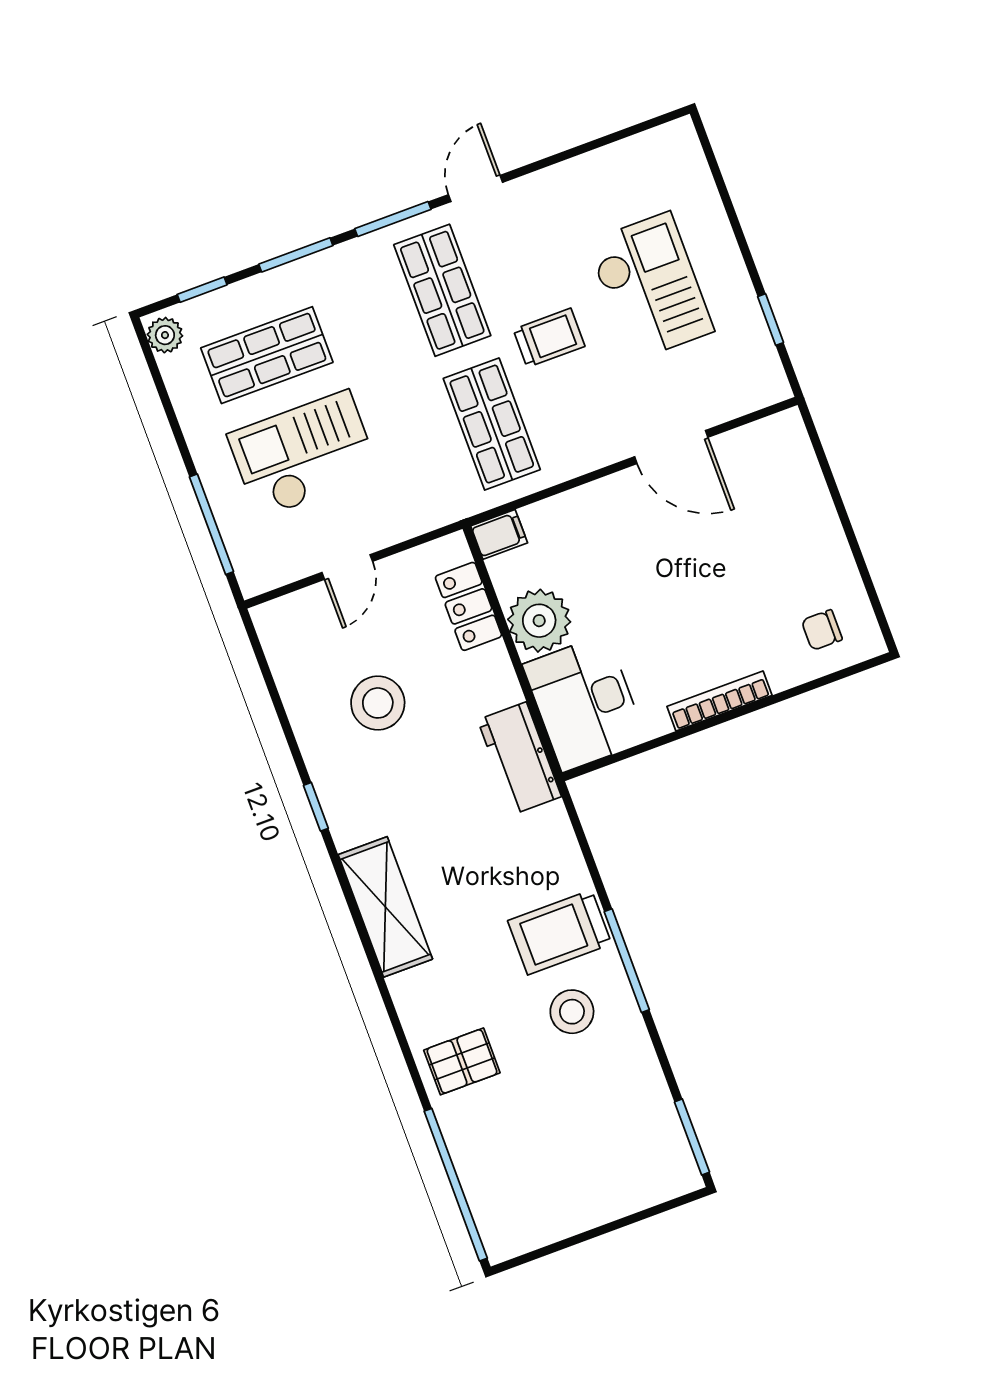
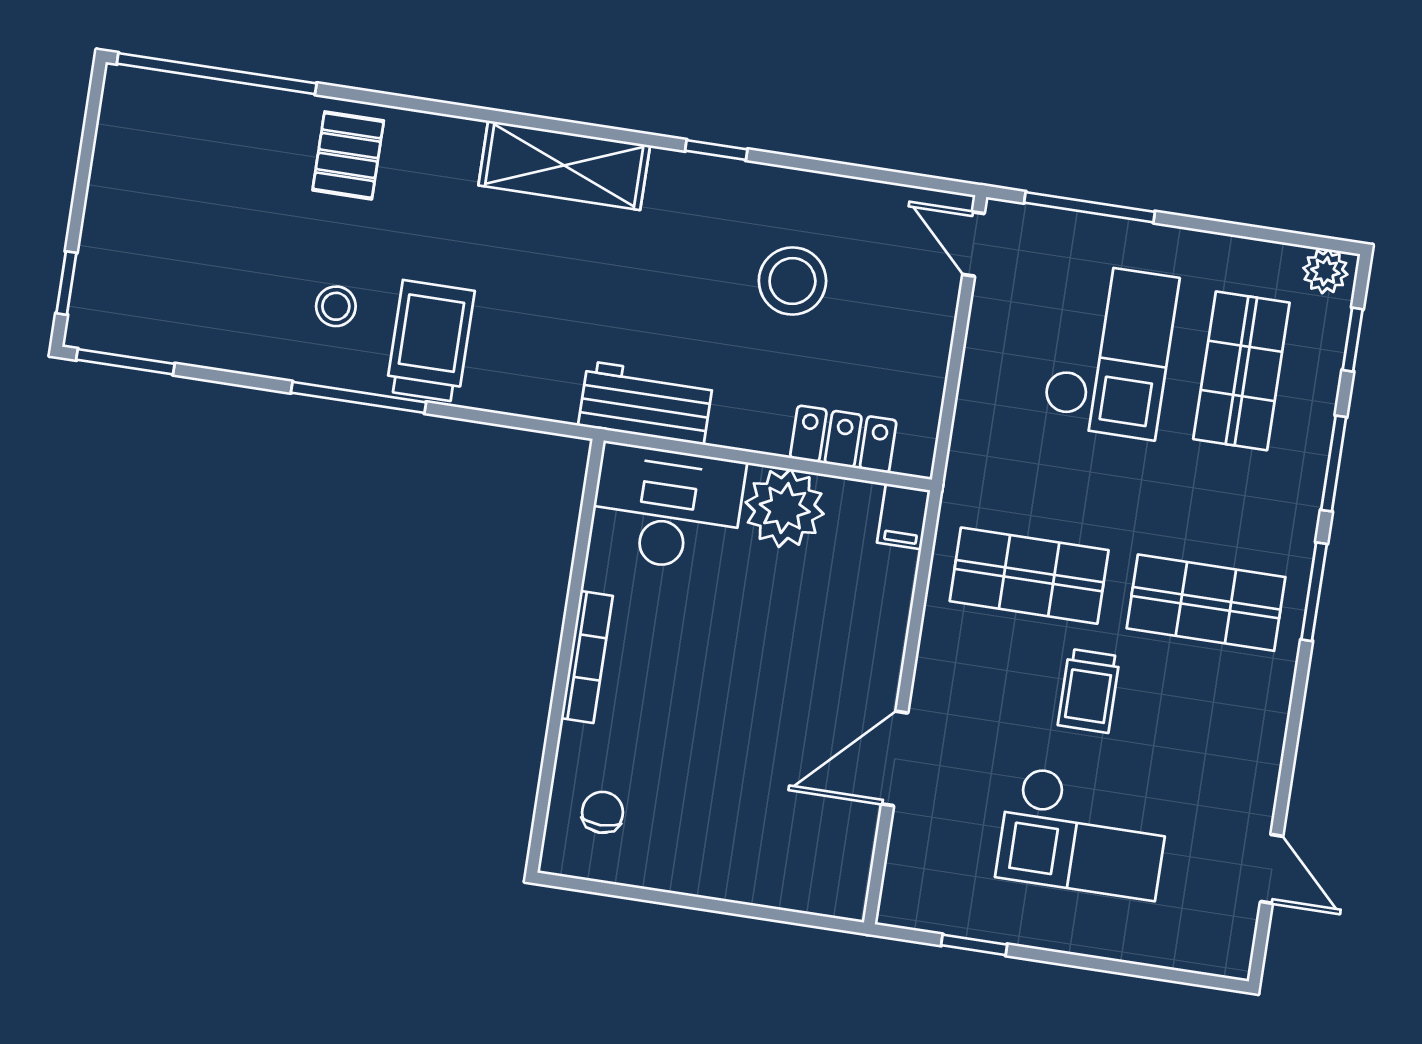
door: (475, 188) -> (1272, 869), moved
door: (347, 567) -> (973, 244), moved
stool: (572, 1012) -> (336, 306), width x0.73, depth x0.73
window: (660, 1209) -> (66, 283), added

